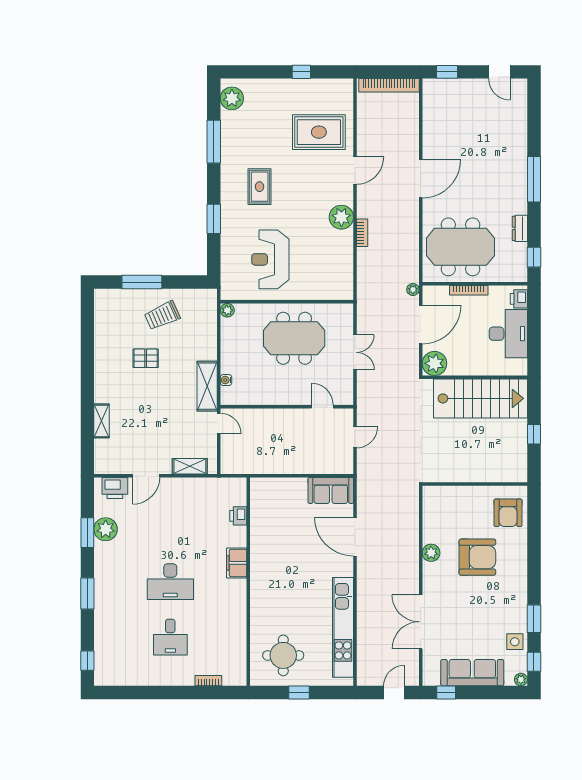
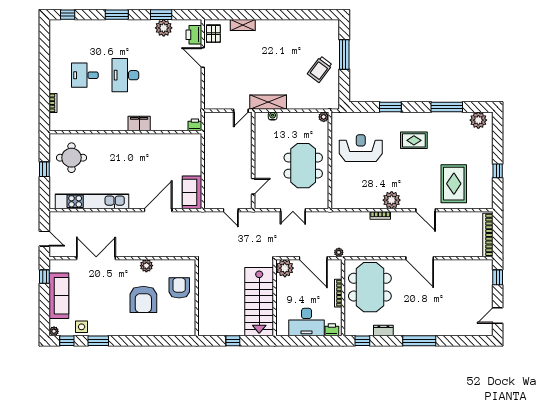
trolley: (162, 315) -> (320, 69), turned -119
pallet: (146, 358) -> (213, 34), moved
shelving: (190, 466) -> (210, 89), removed
armchair: (508, 513) -> (179, 288), moved, turned 90
printer: (238, 516) -> (195, 125), moved

